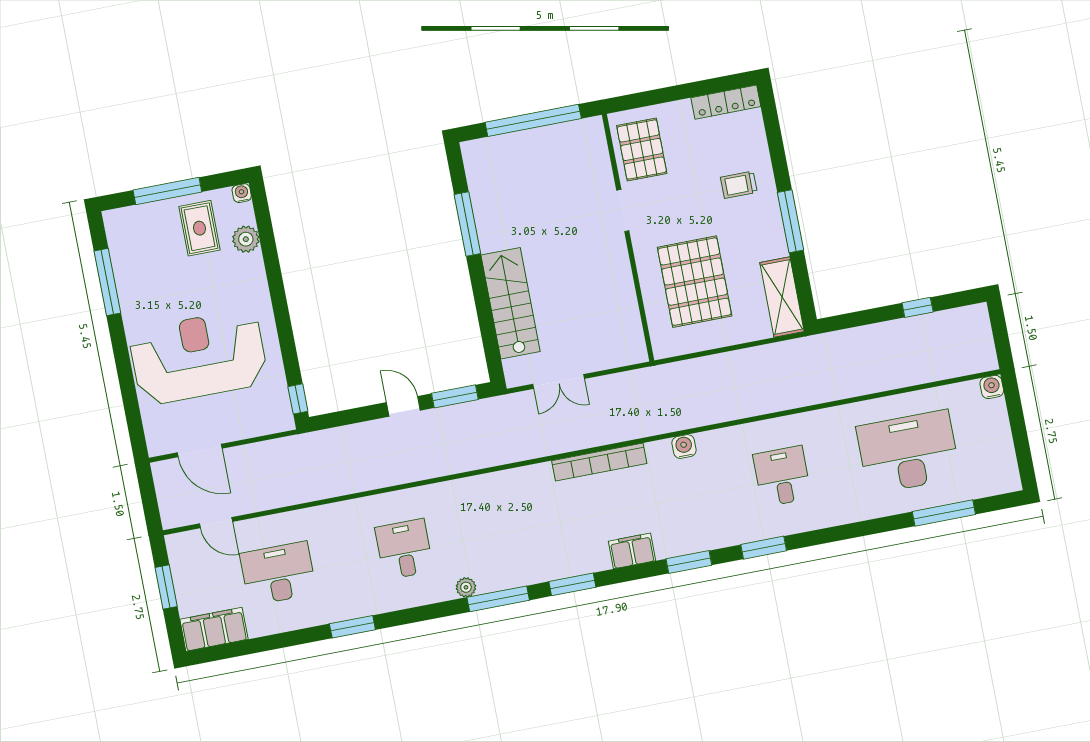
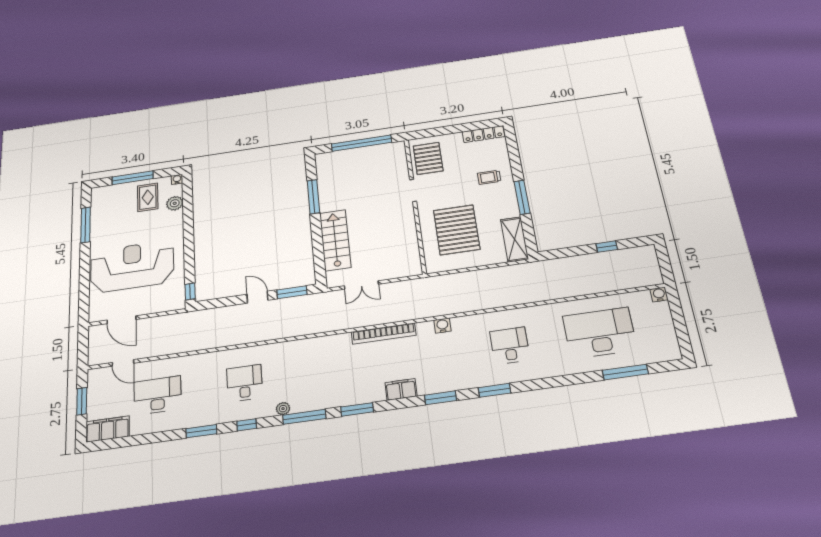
window: (417, 614) -> (247, 425), added

